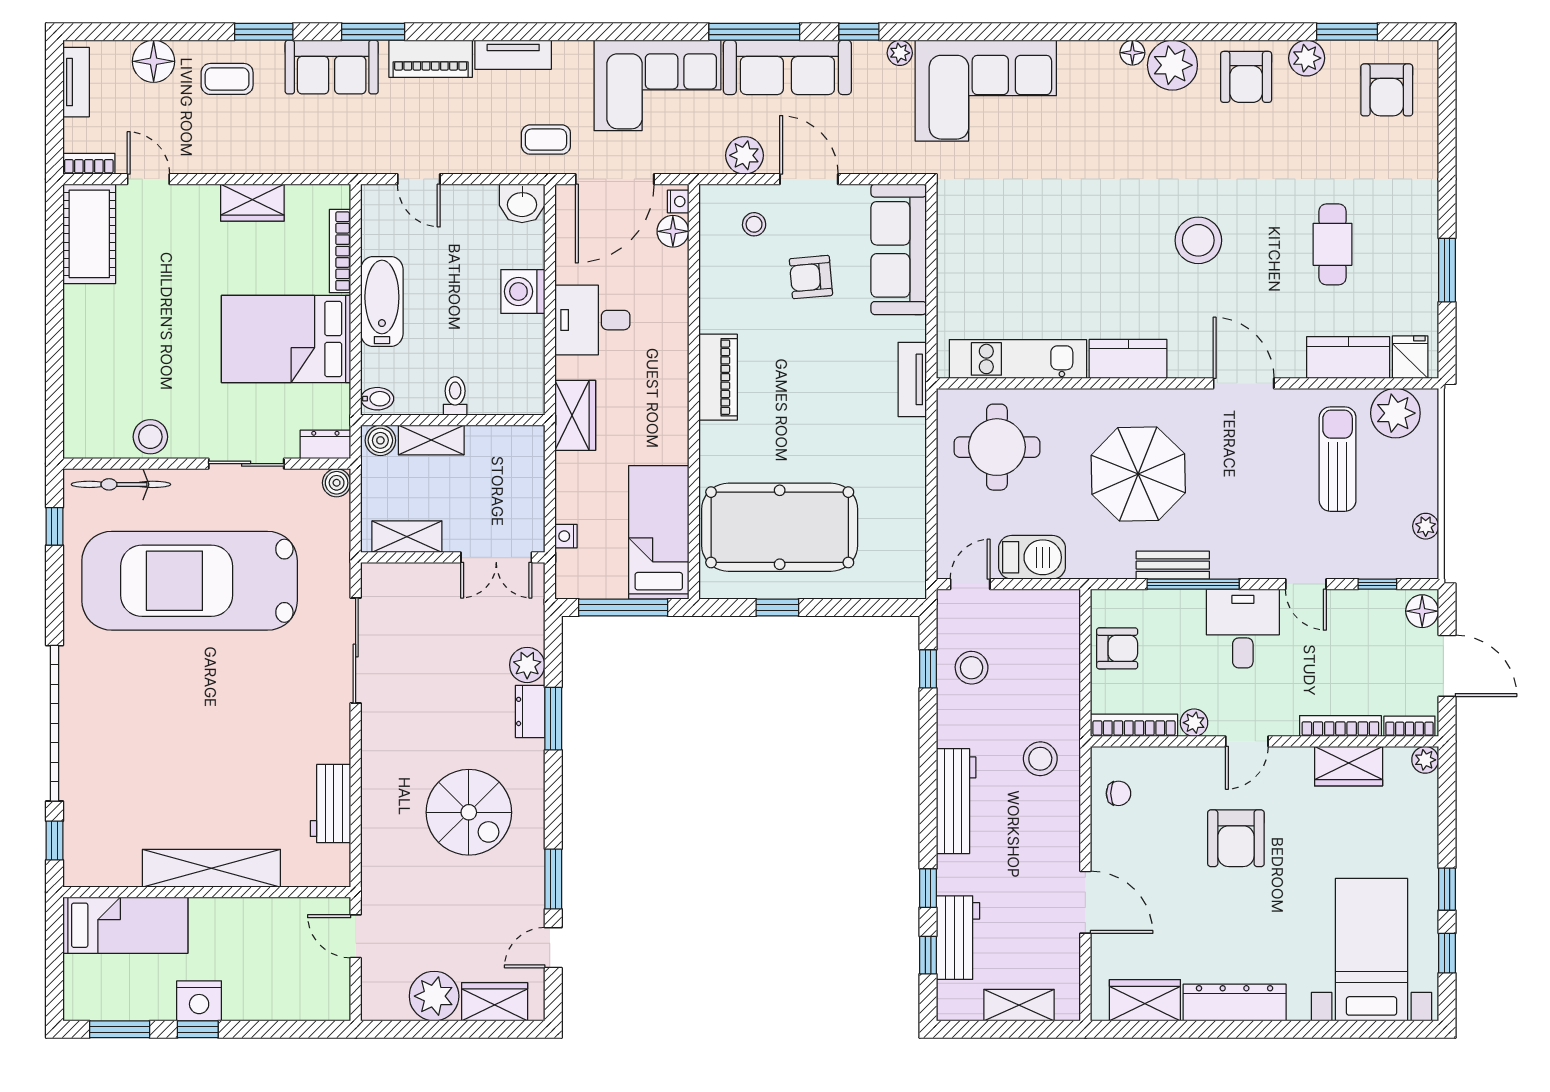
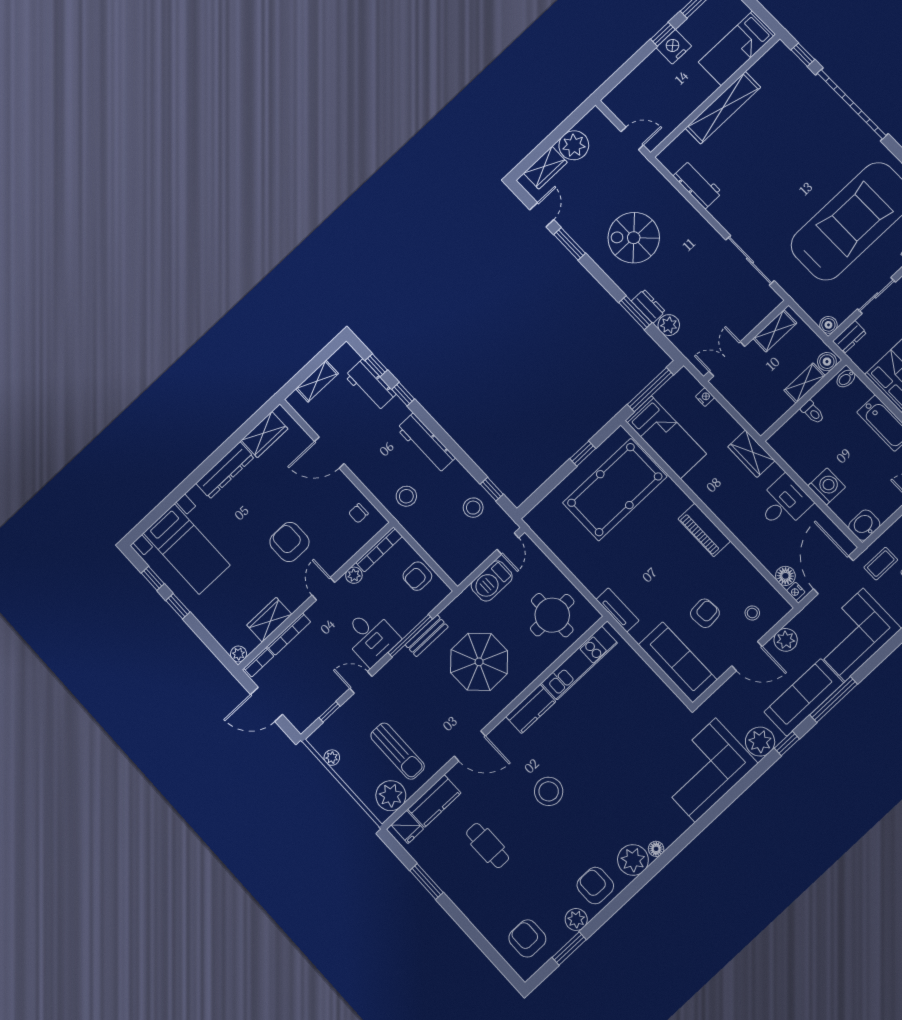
plant: (900, 53) -> (760, 742), width x1.88, depth x1.88
floor lamp: (1422, 611) -> (299, 718), removed

